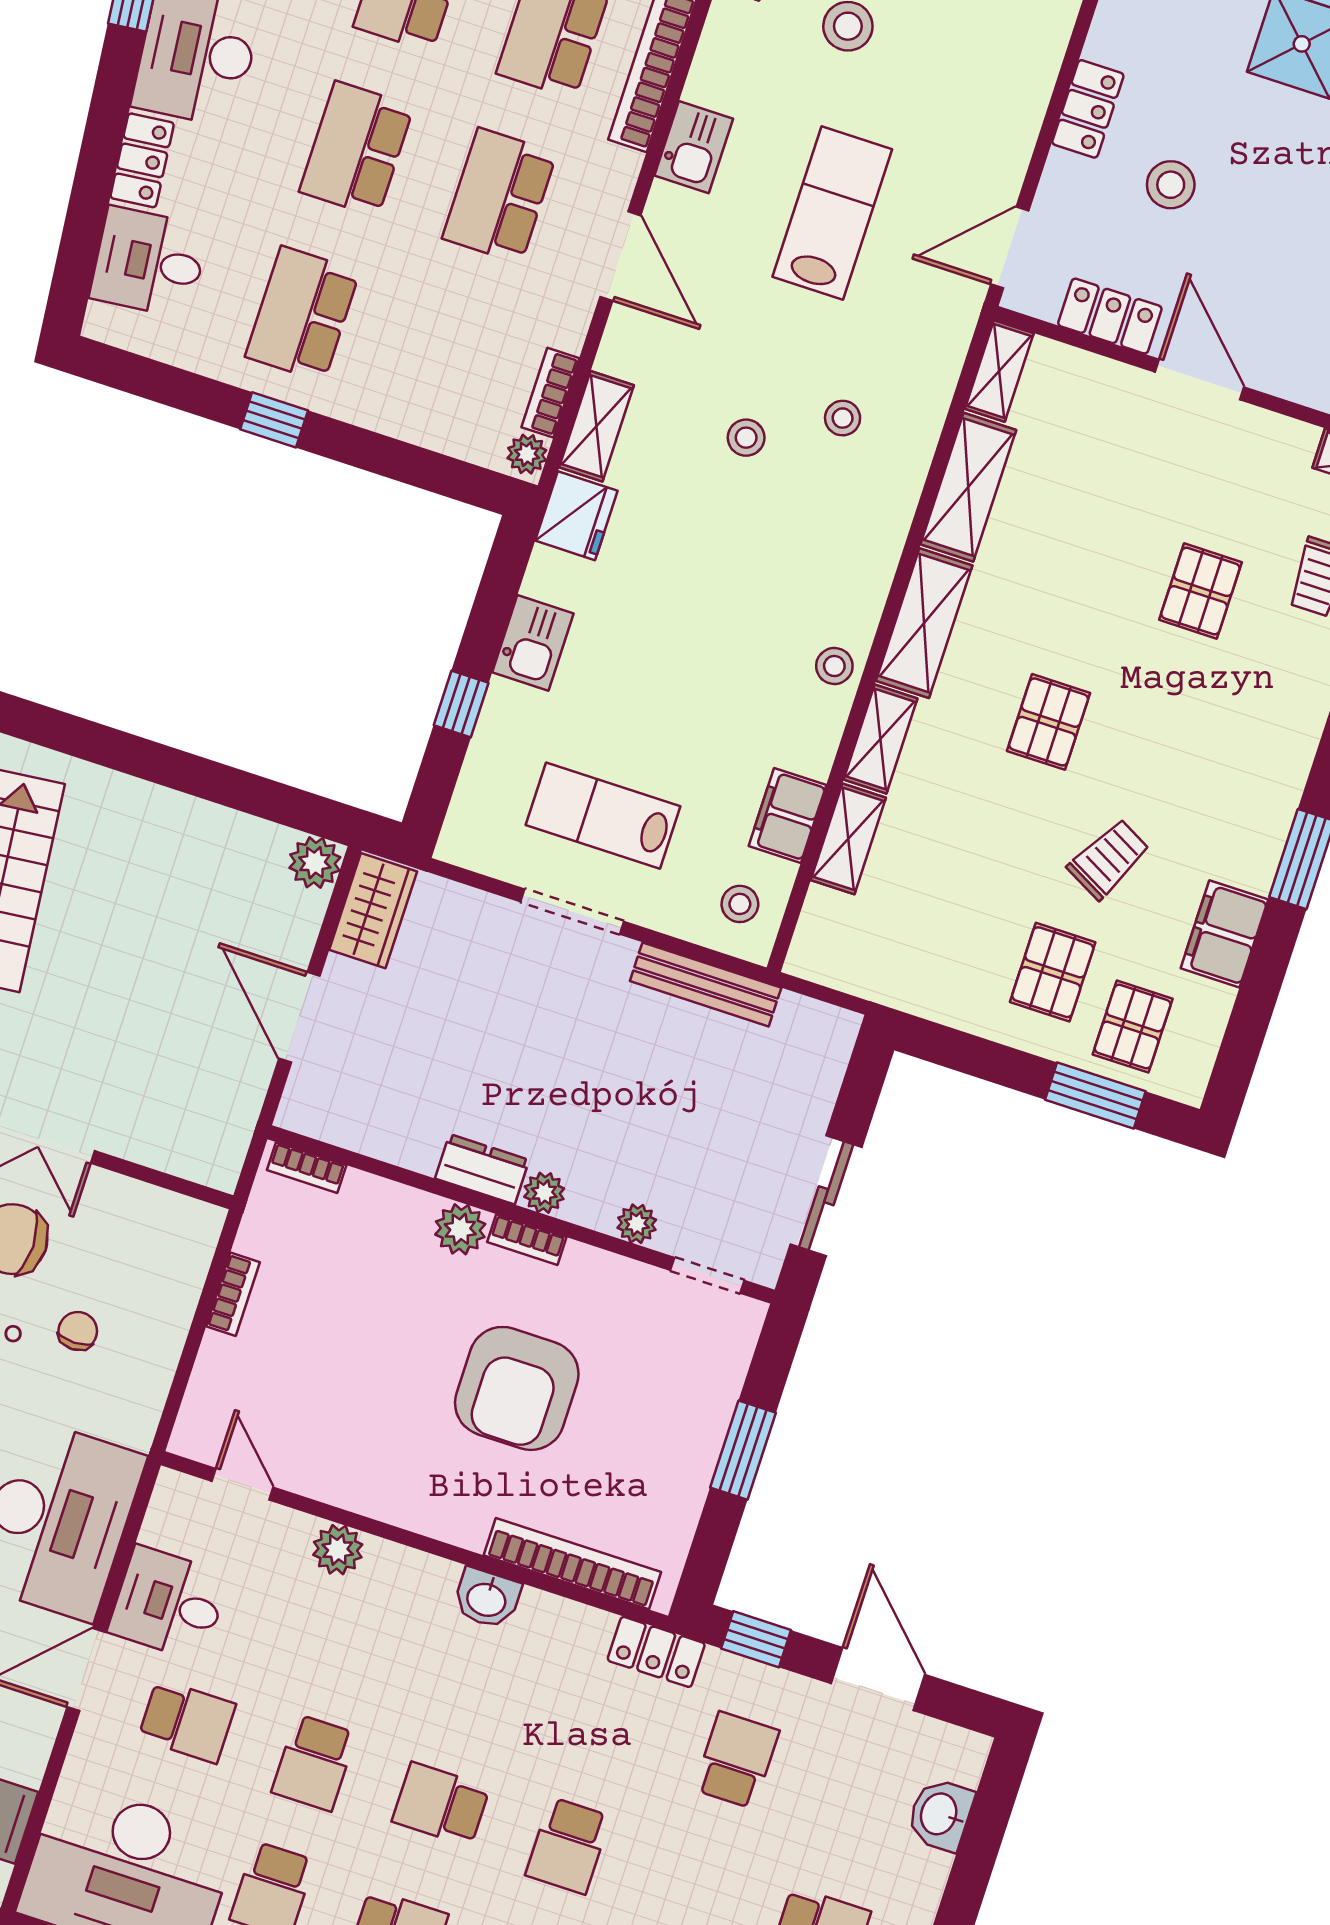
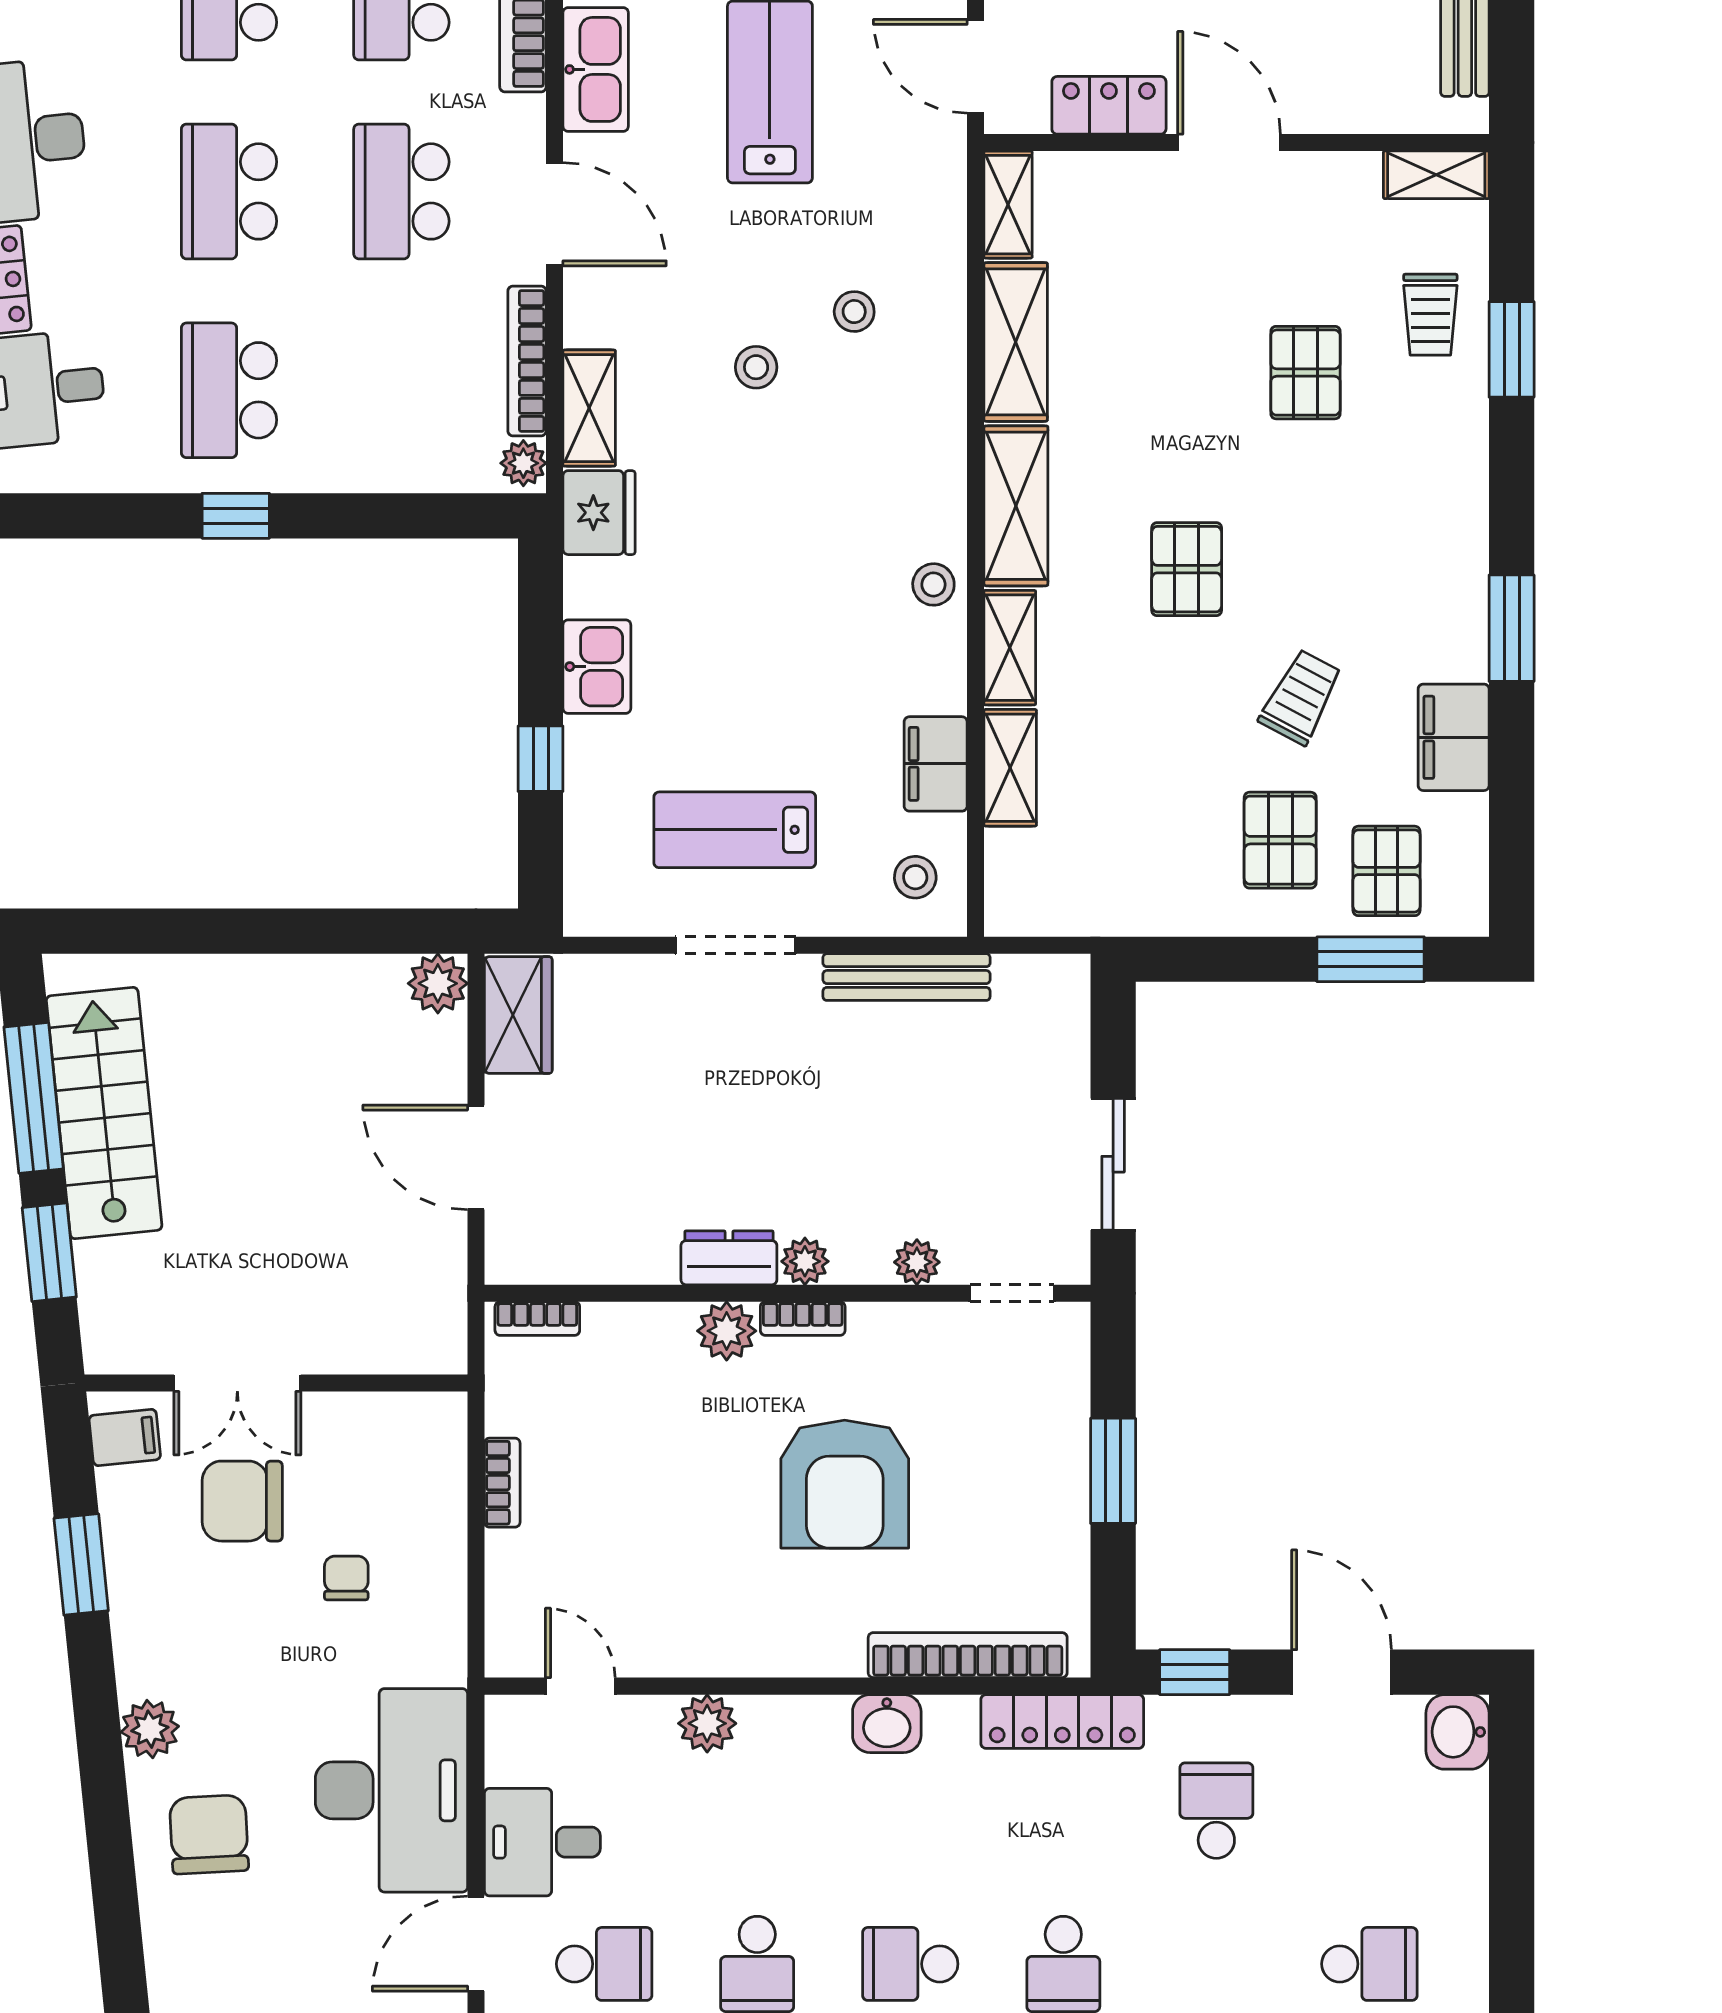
kitchen sink: (694, 147) -> (596, 69), width x1.38
door: (1010, 247) -> (976, 66), hinge flipped
bookcase: (550, 393) -> (527, 361), width x1.56
locker: (656, 1652) -> (1062, 1721), width x1.53
washbasin: (940, 1814) -> (1458, 1732), moved

